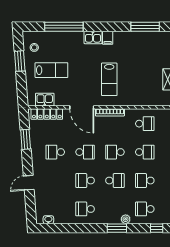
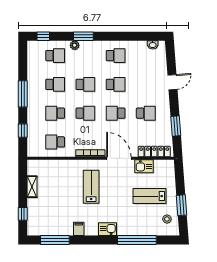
filing cabinet: (108, 38) -> (79, 229), moved
kitchen sink: (45, 100) -> (144, 166), moved
school desk: (115, 181) -> (85, 84), turned 180

